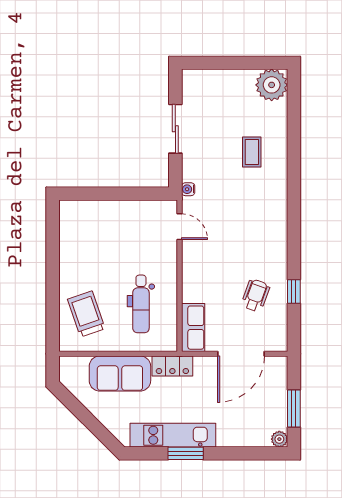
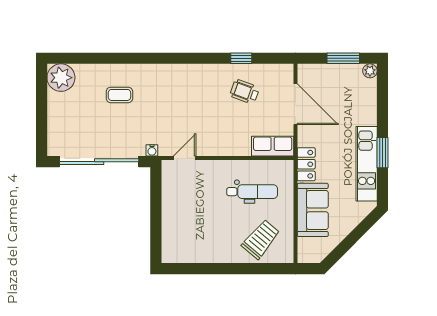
sliding door: (175, 129) -> (99, 162), width x1.86
trolley: (86, 314) -> (261, 239), turned 149

